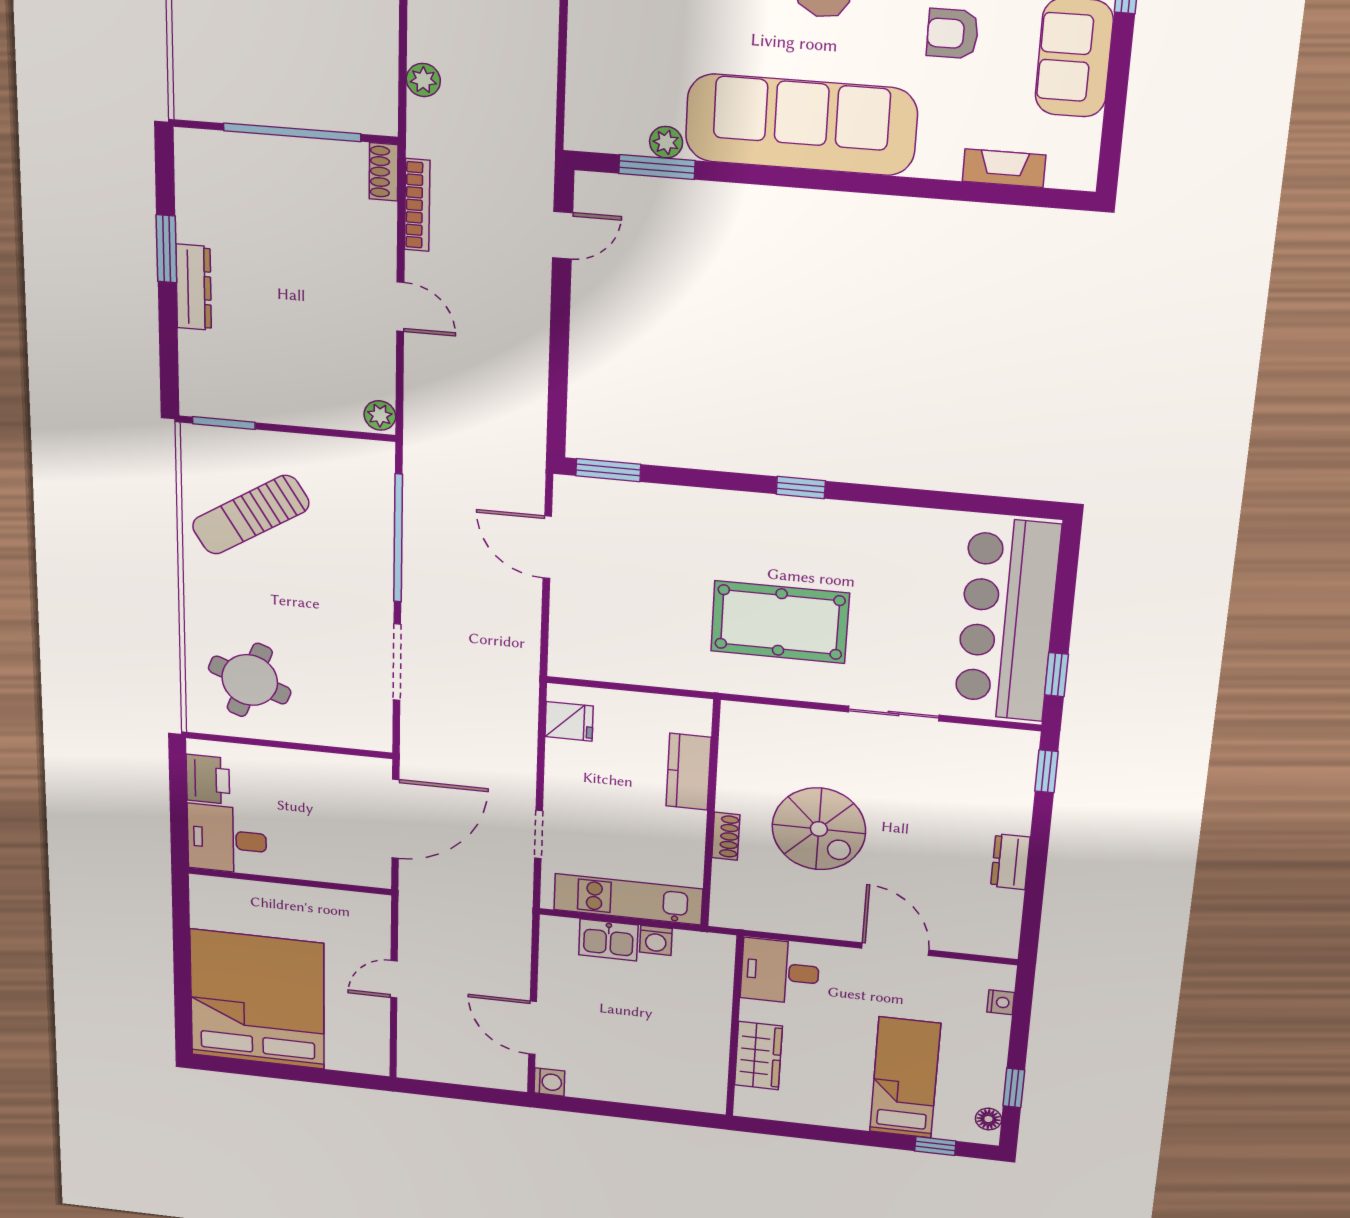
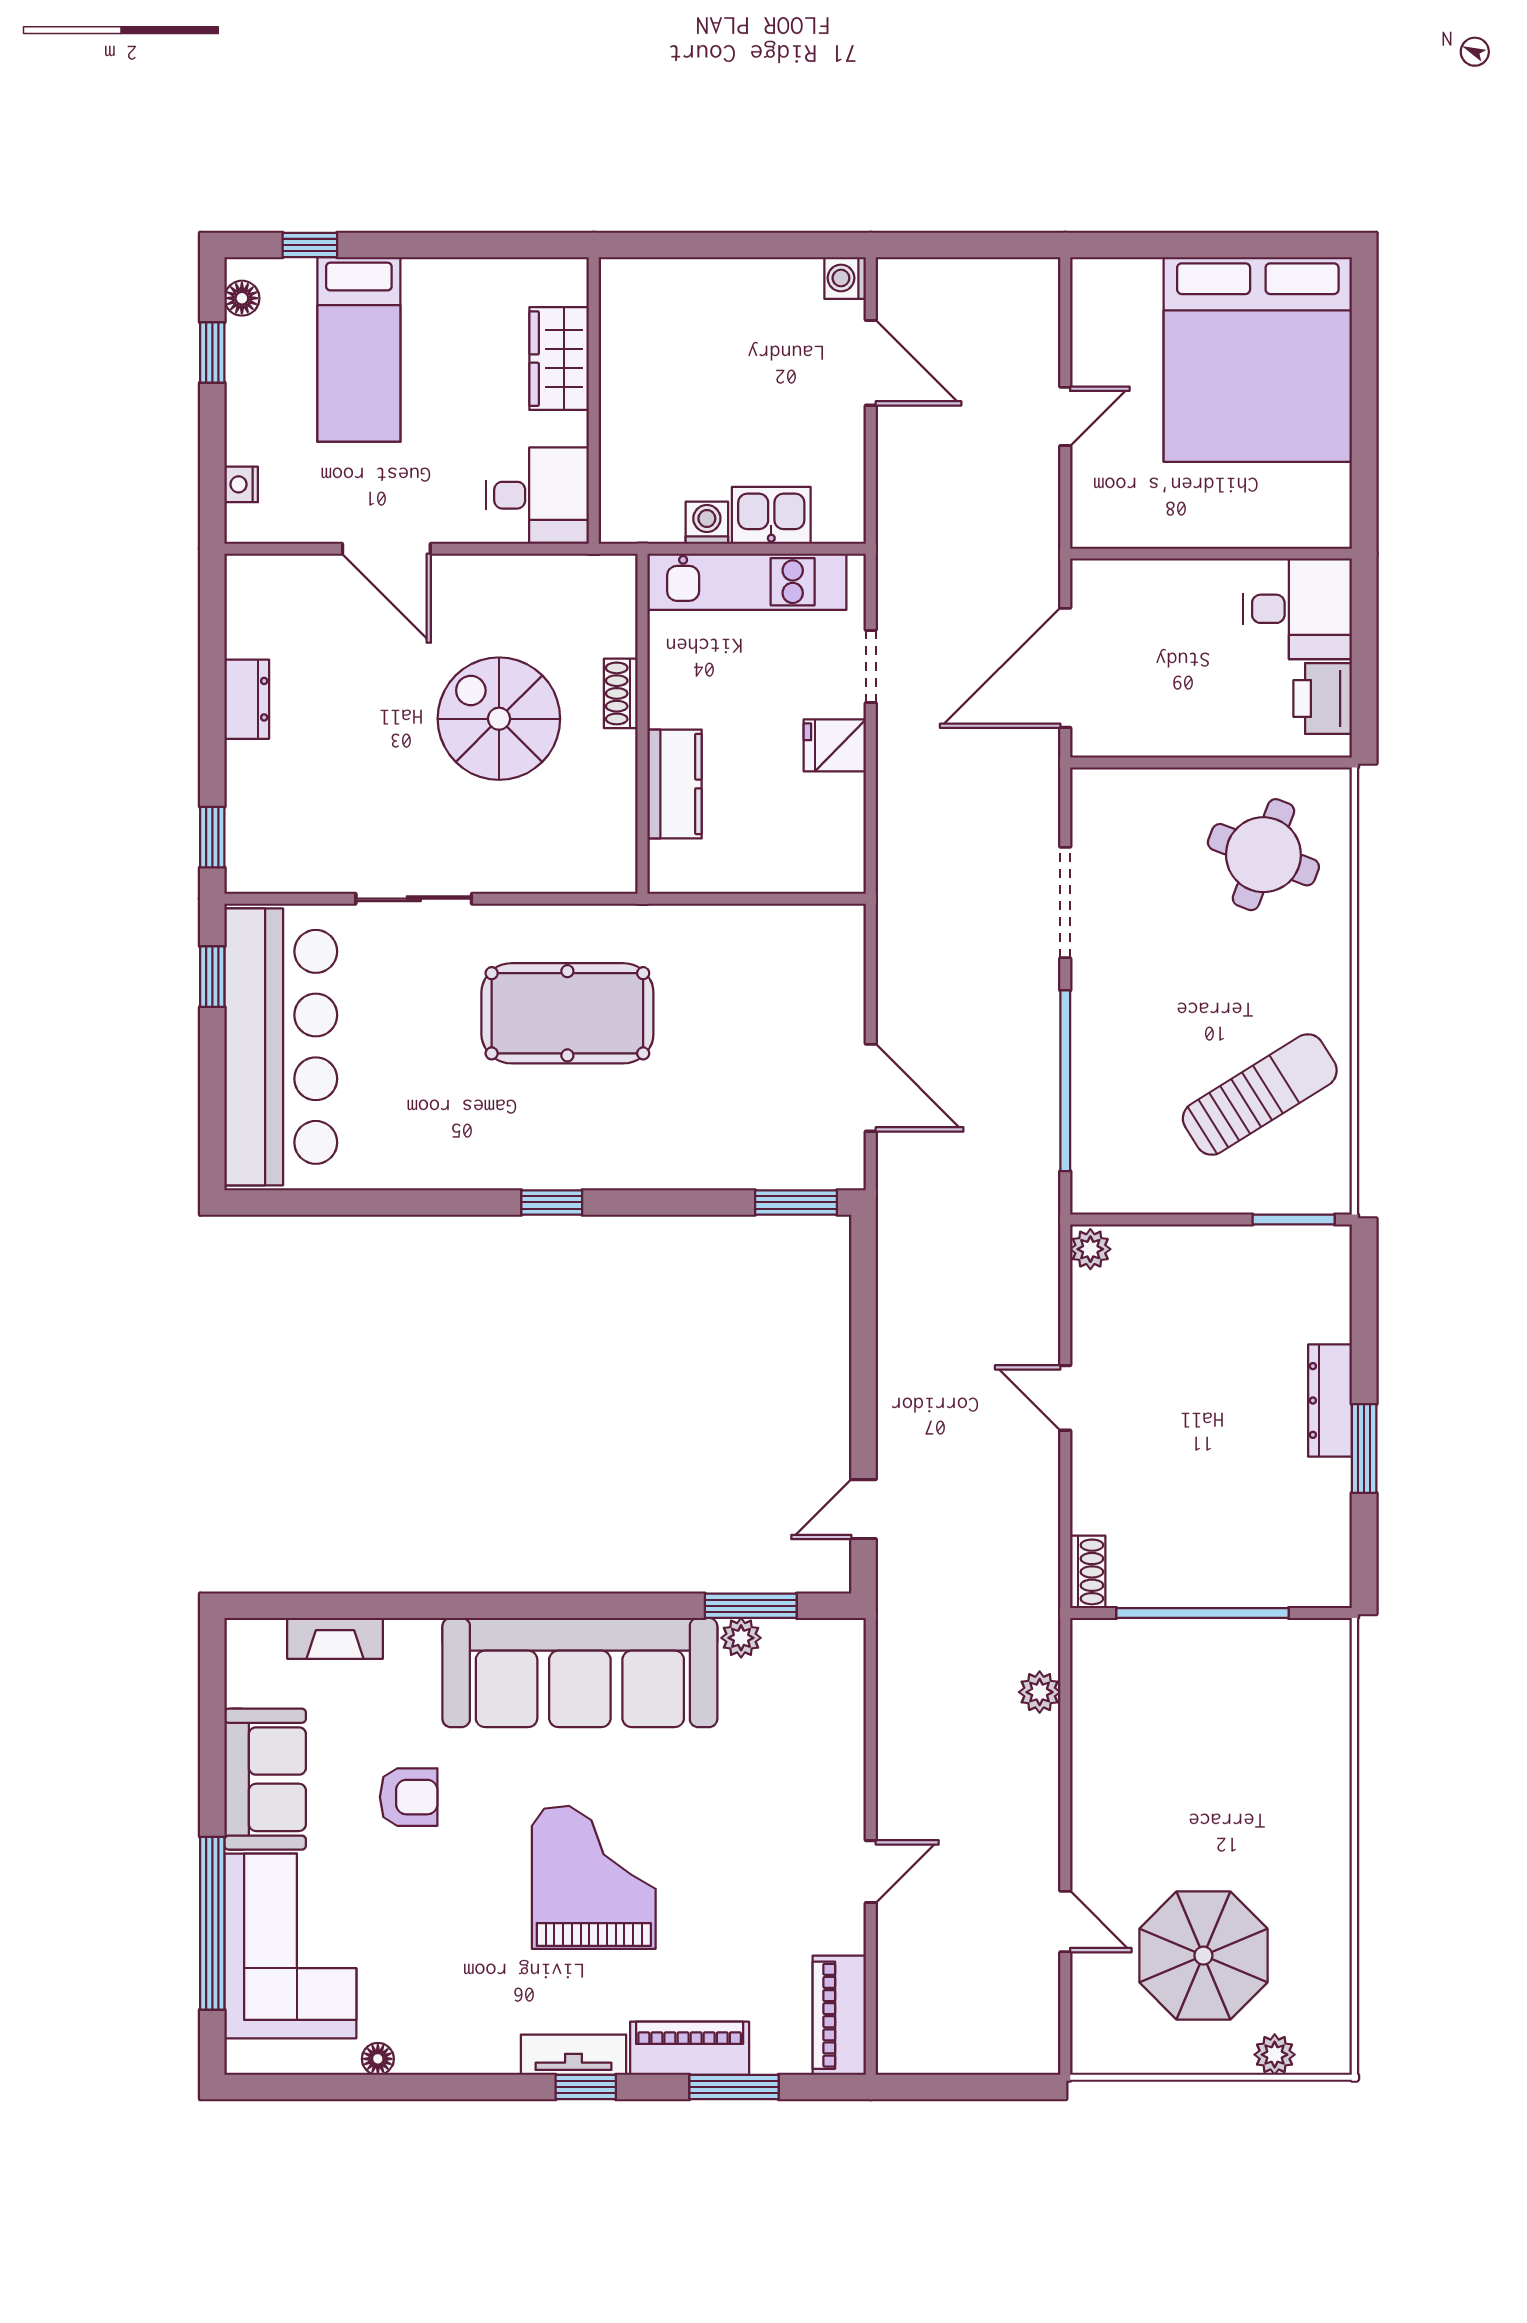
bookcase: (417, 205) -> (1045, 1533), removed
fridge: (569, 721) -> (835, 745), moved

